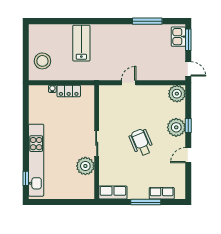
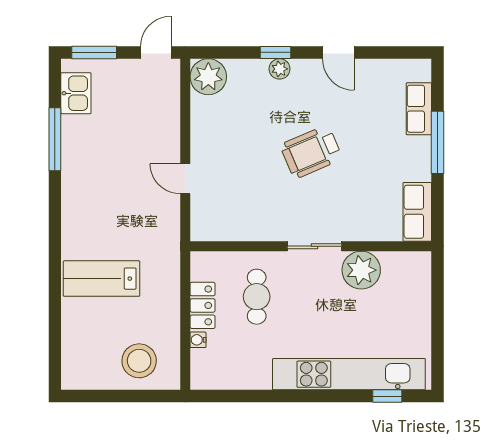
kitchen sink: (178, 37) -> (76, 93), moved, turned -90
cafe table: (73, 117) -> (257, 297), added
plant: (176, 127) -> (280, 69), width x0.53, depth x0.53

